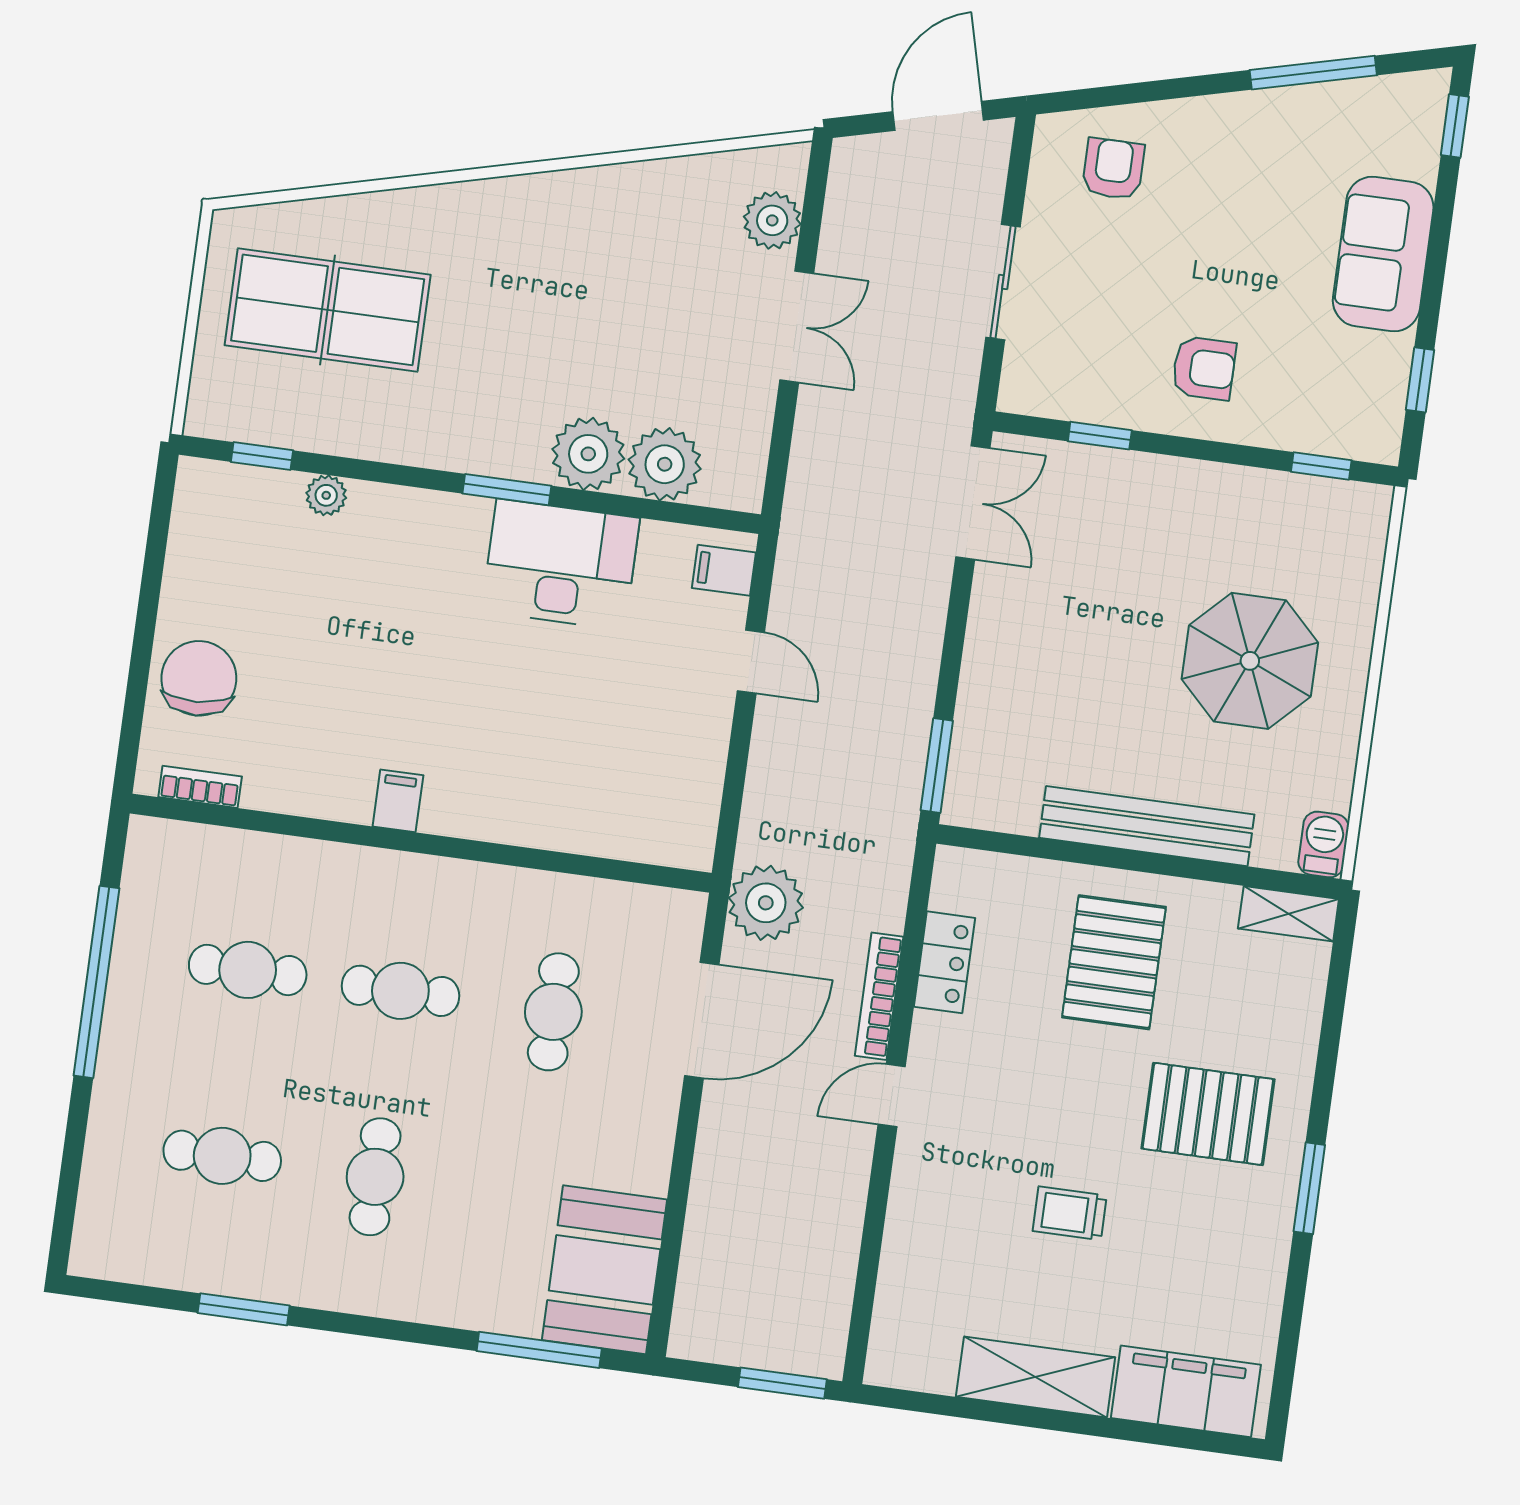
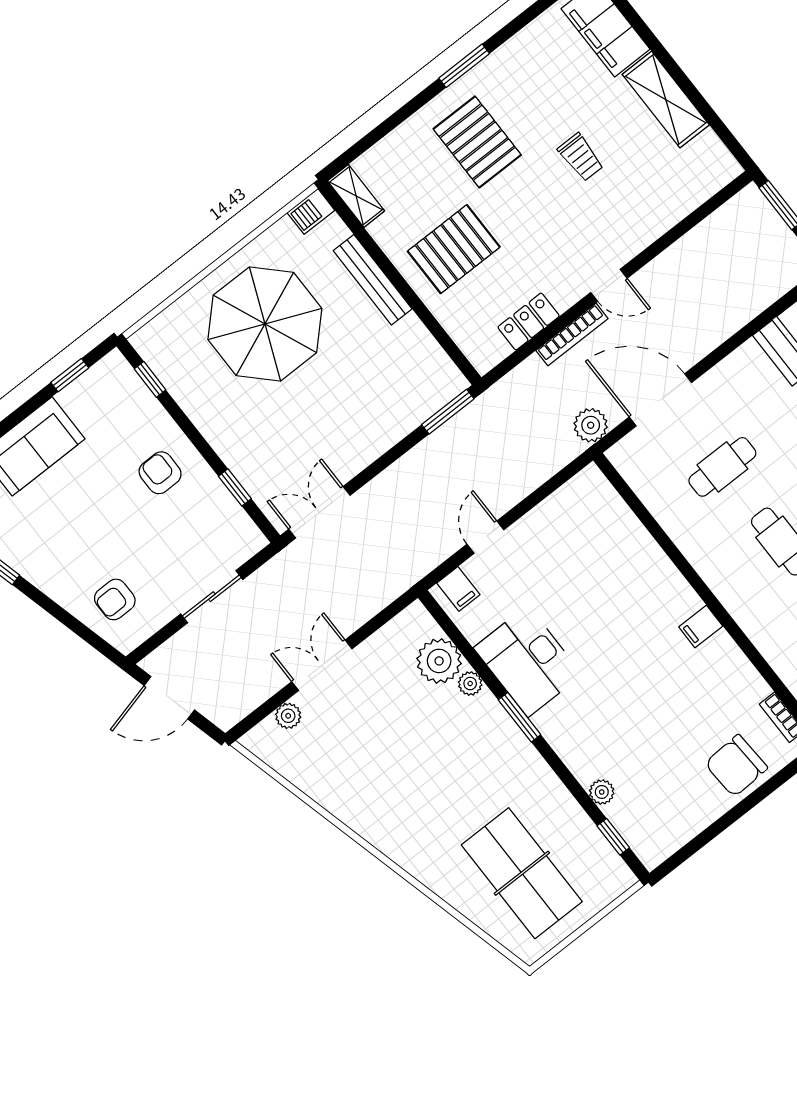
plant: (772, 220) -> (288, 716), width x0.73, depth x0.73
plant: (588, 454) -> (470, 684), width x0.53, depth x0.53
parasol: (1250, 661) -> (265, 324), width x1.36, depth x1.36
bench: (1147, 826) -> (373, 280), width x0.73, depth x0.82
plant: (766, 903) -> (591, 425), width x0.73, depth x0.73

